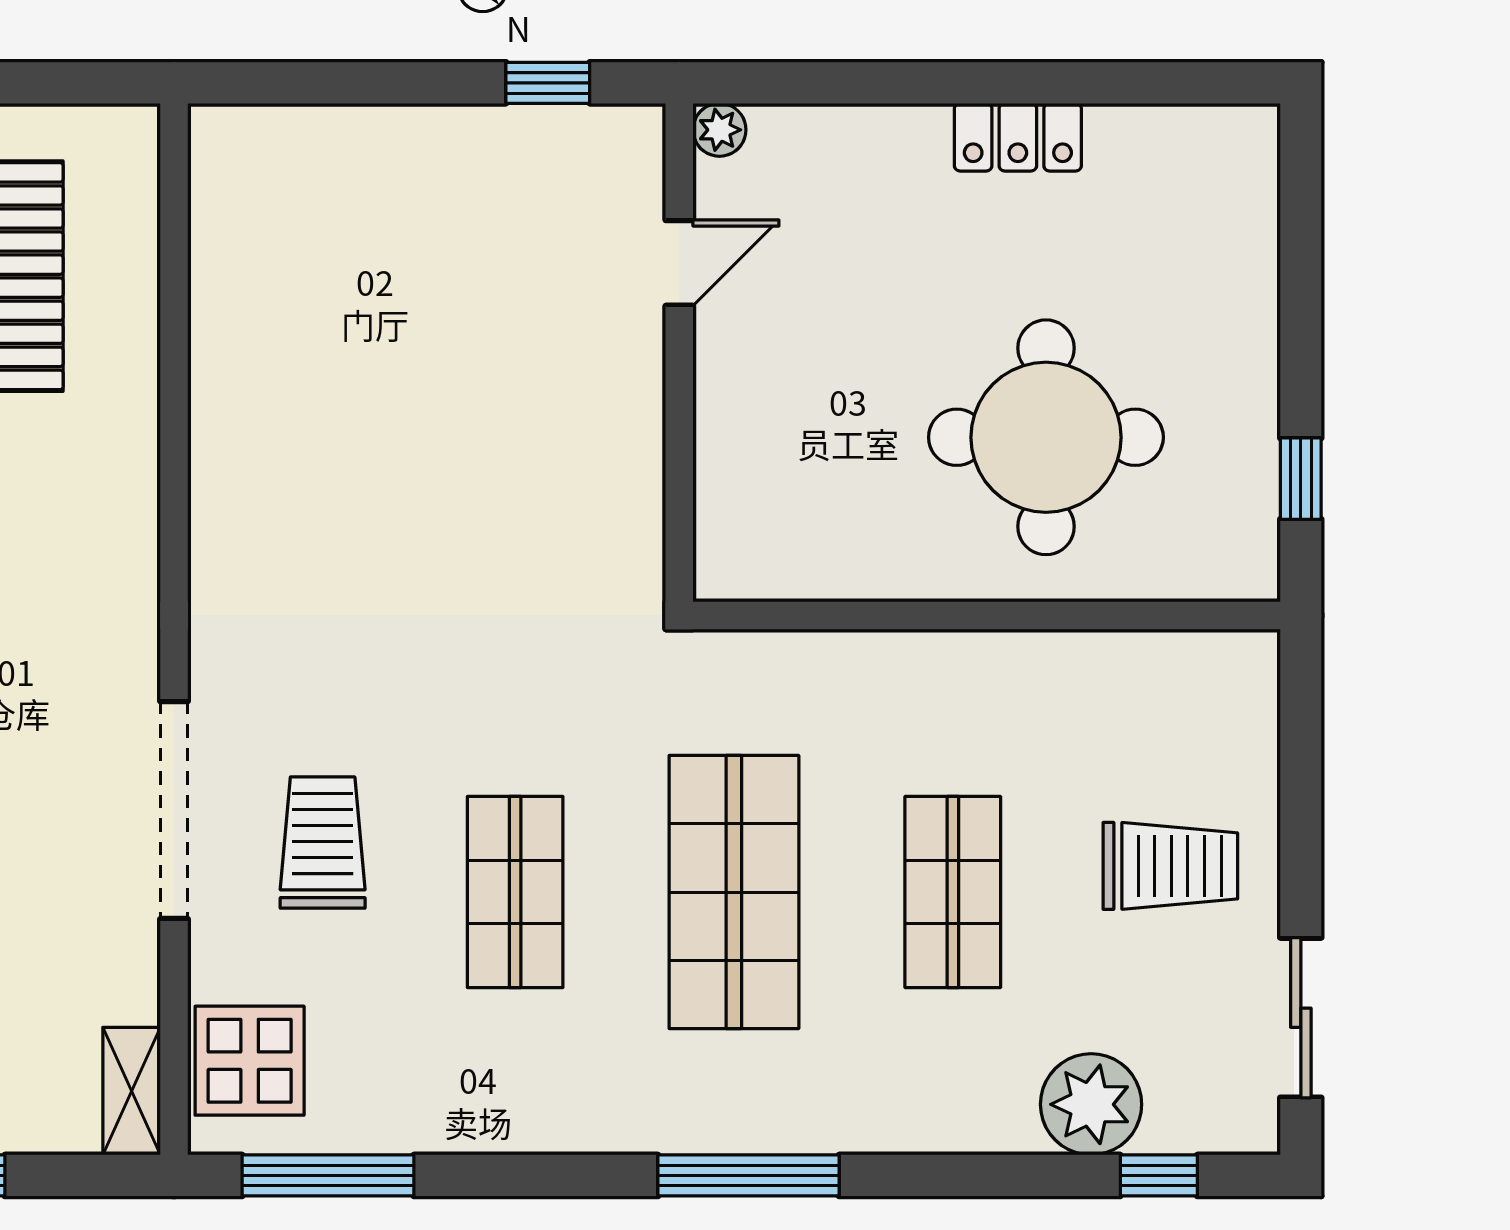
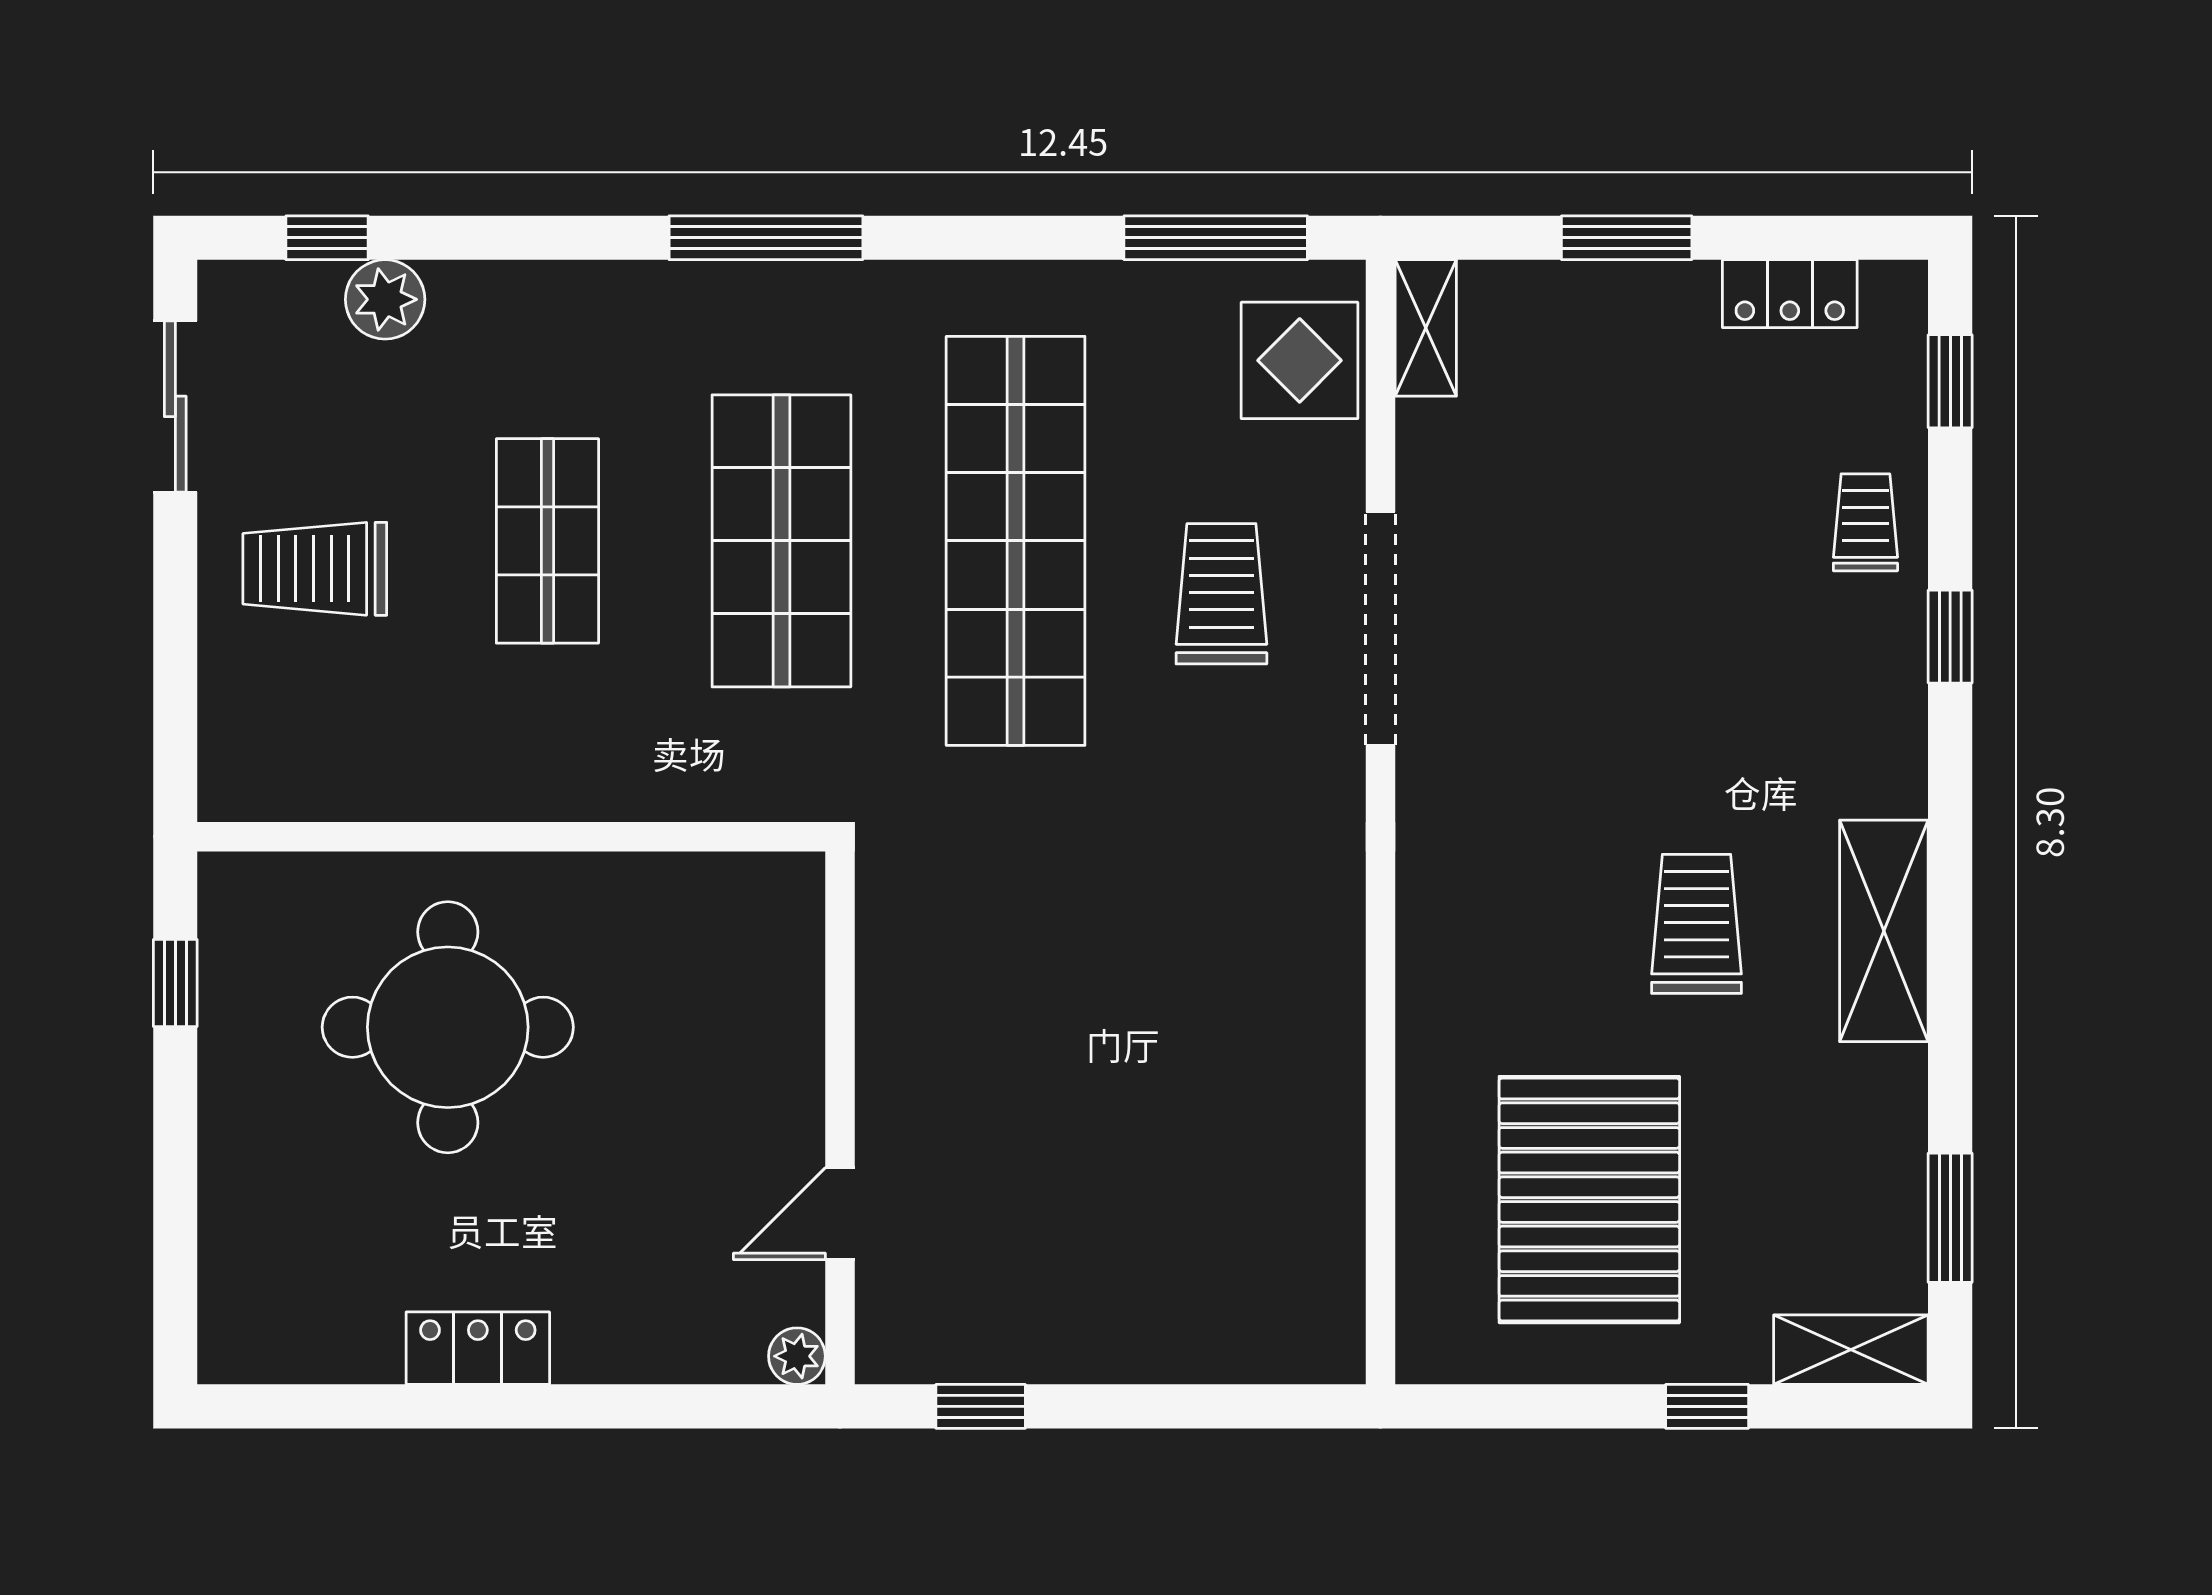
trolley: (323, 843) -> (1221, 594), turned 180
shop shelf: (515, 892) -> (1016, 541), width x2.00, depth x1.36
plant: (1091, 1104) -> (385, 299), width x0.73, depth x0.73

